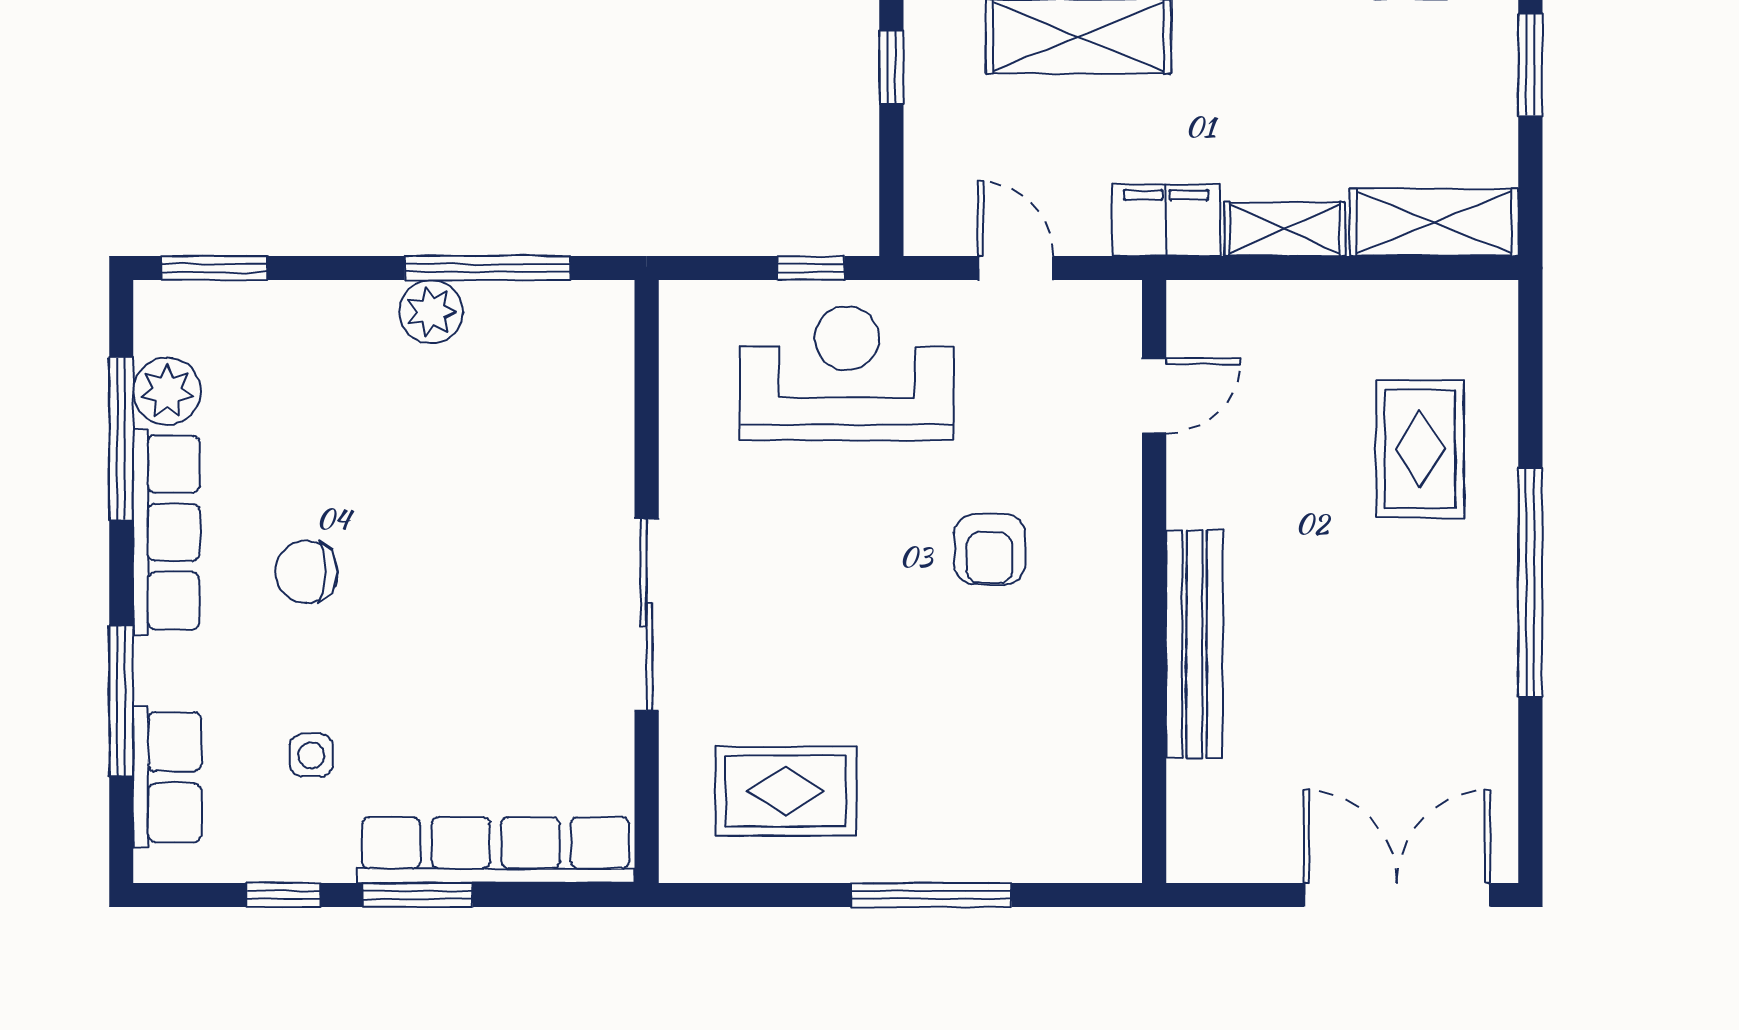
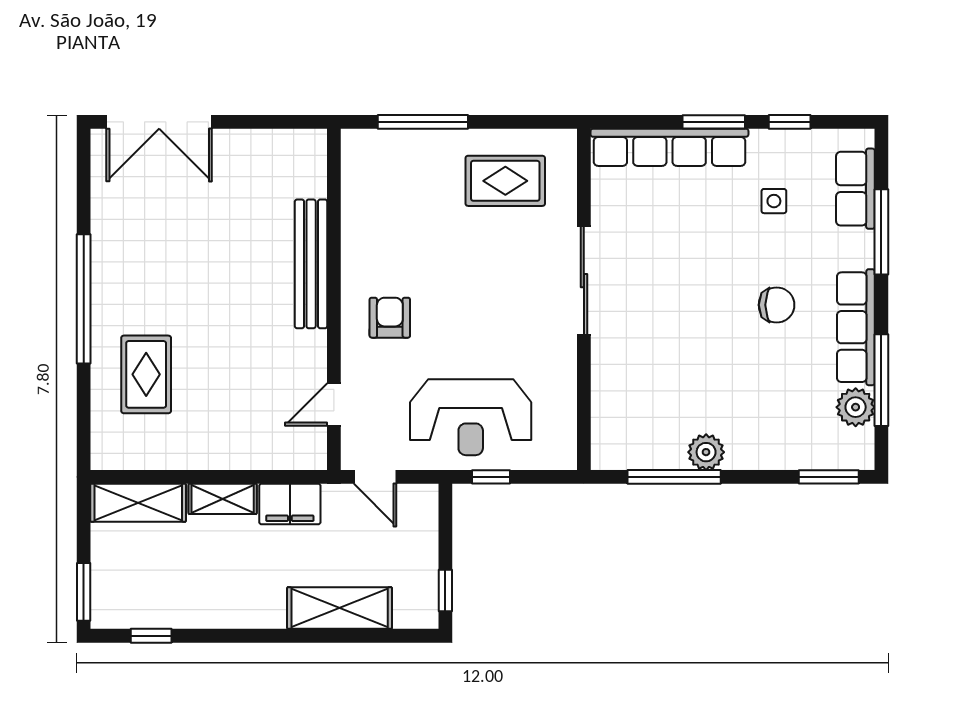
door: (1154, 396) -> (334, 405), moved
wall: (1154, 582) -> (334, 299), moved
bench: (1194, 644) -> (311, 264), moved

